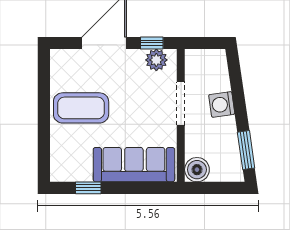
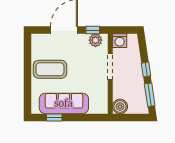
washing machine: (222, 104) -> (120, 41), moved, turned -82
window: (240, 108) -> (146, 69), added
sofa: (134, 165) -> (64, 103), moved

